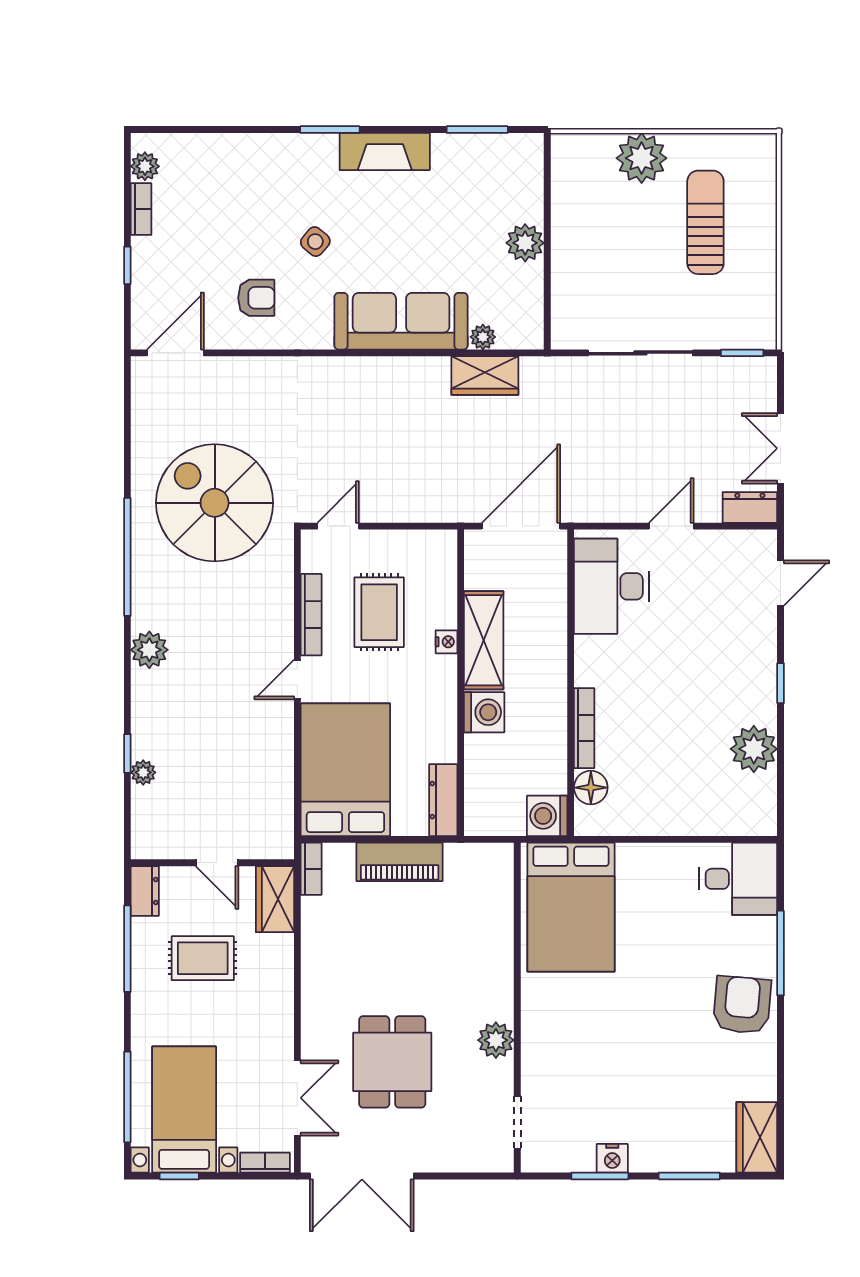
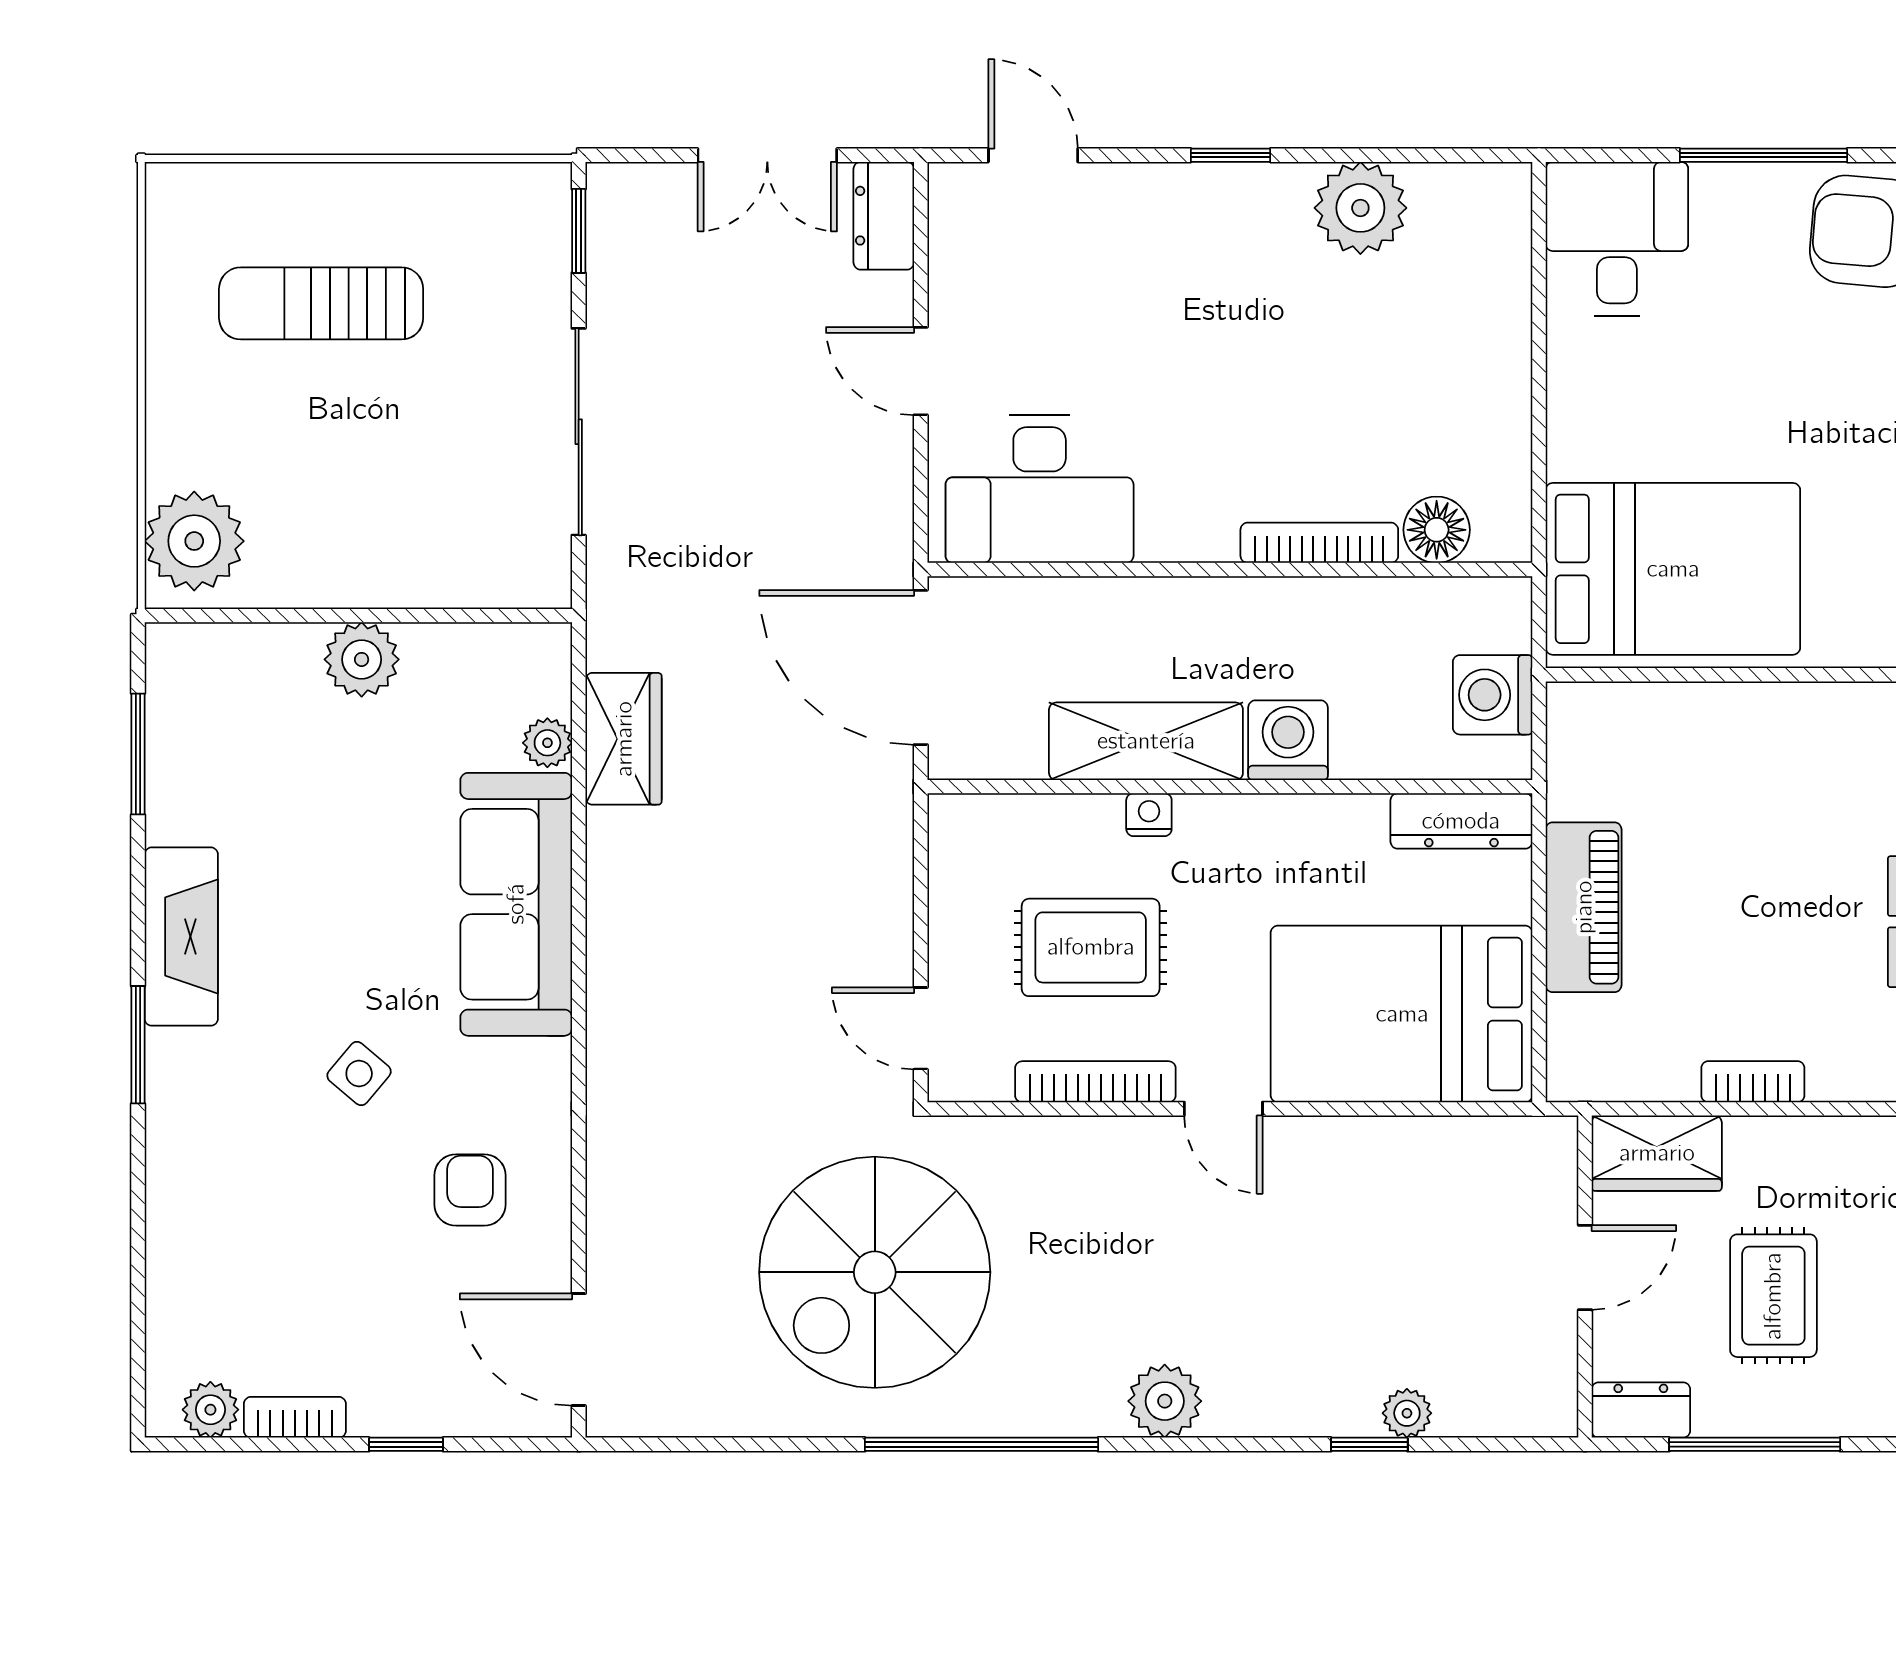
plant: (642, 158) -> (194, 541), moved
washing machine: (547, 816) -> (1493, 695), moved, turned 90
bookcase: (311, 869) -> (1753, 1082), moved

